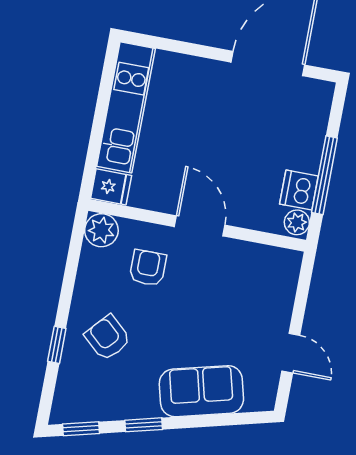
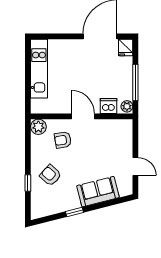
fridge: (111, 187) -> (126, 47), moved, turned 90
dishwasher: (299, 190) -> (109, 106), moved, turned 90
armchair: (148, 268) -> (63, 140), turned -99
window: (81, 429) -> (46, 219), removed

